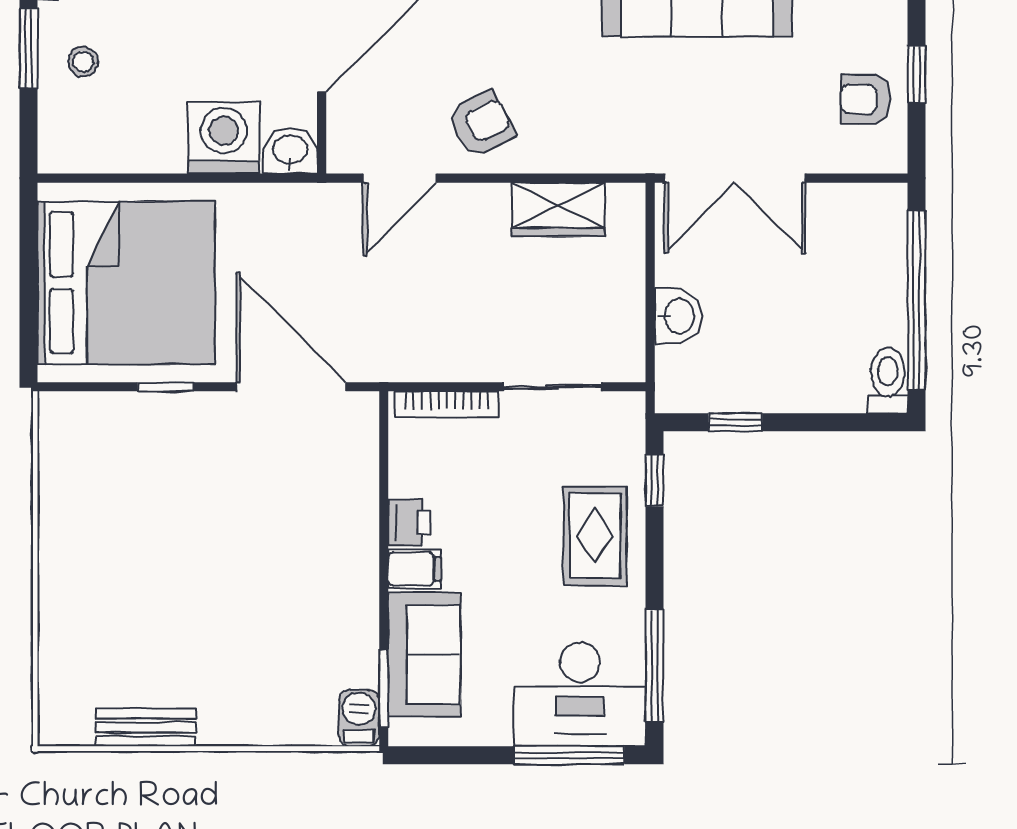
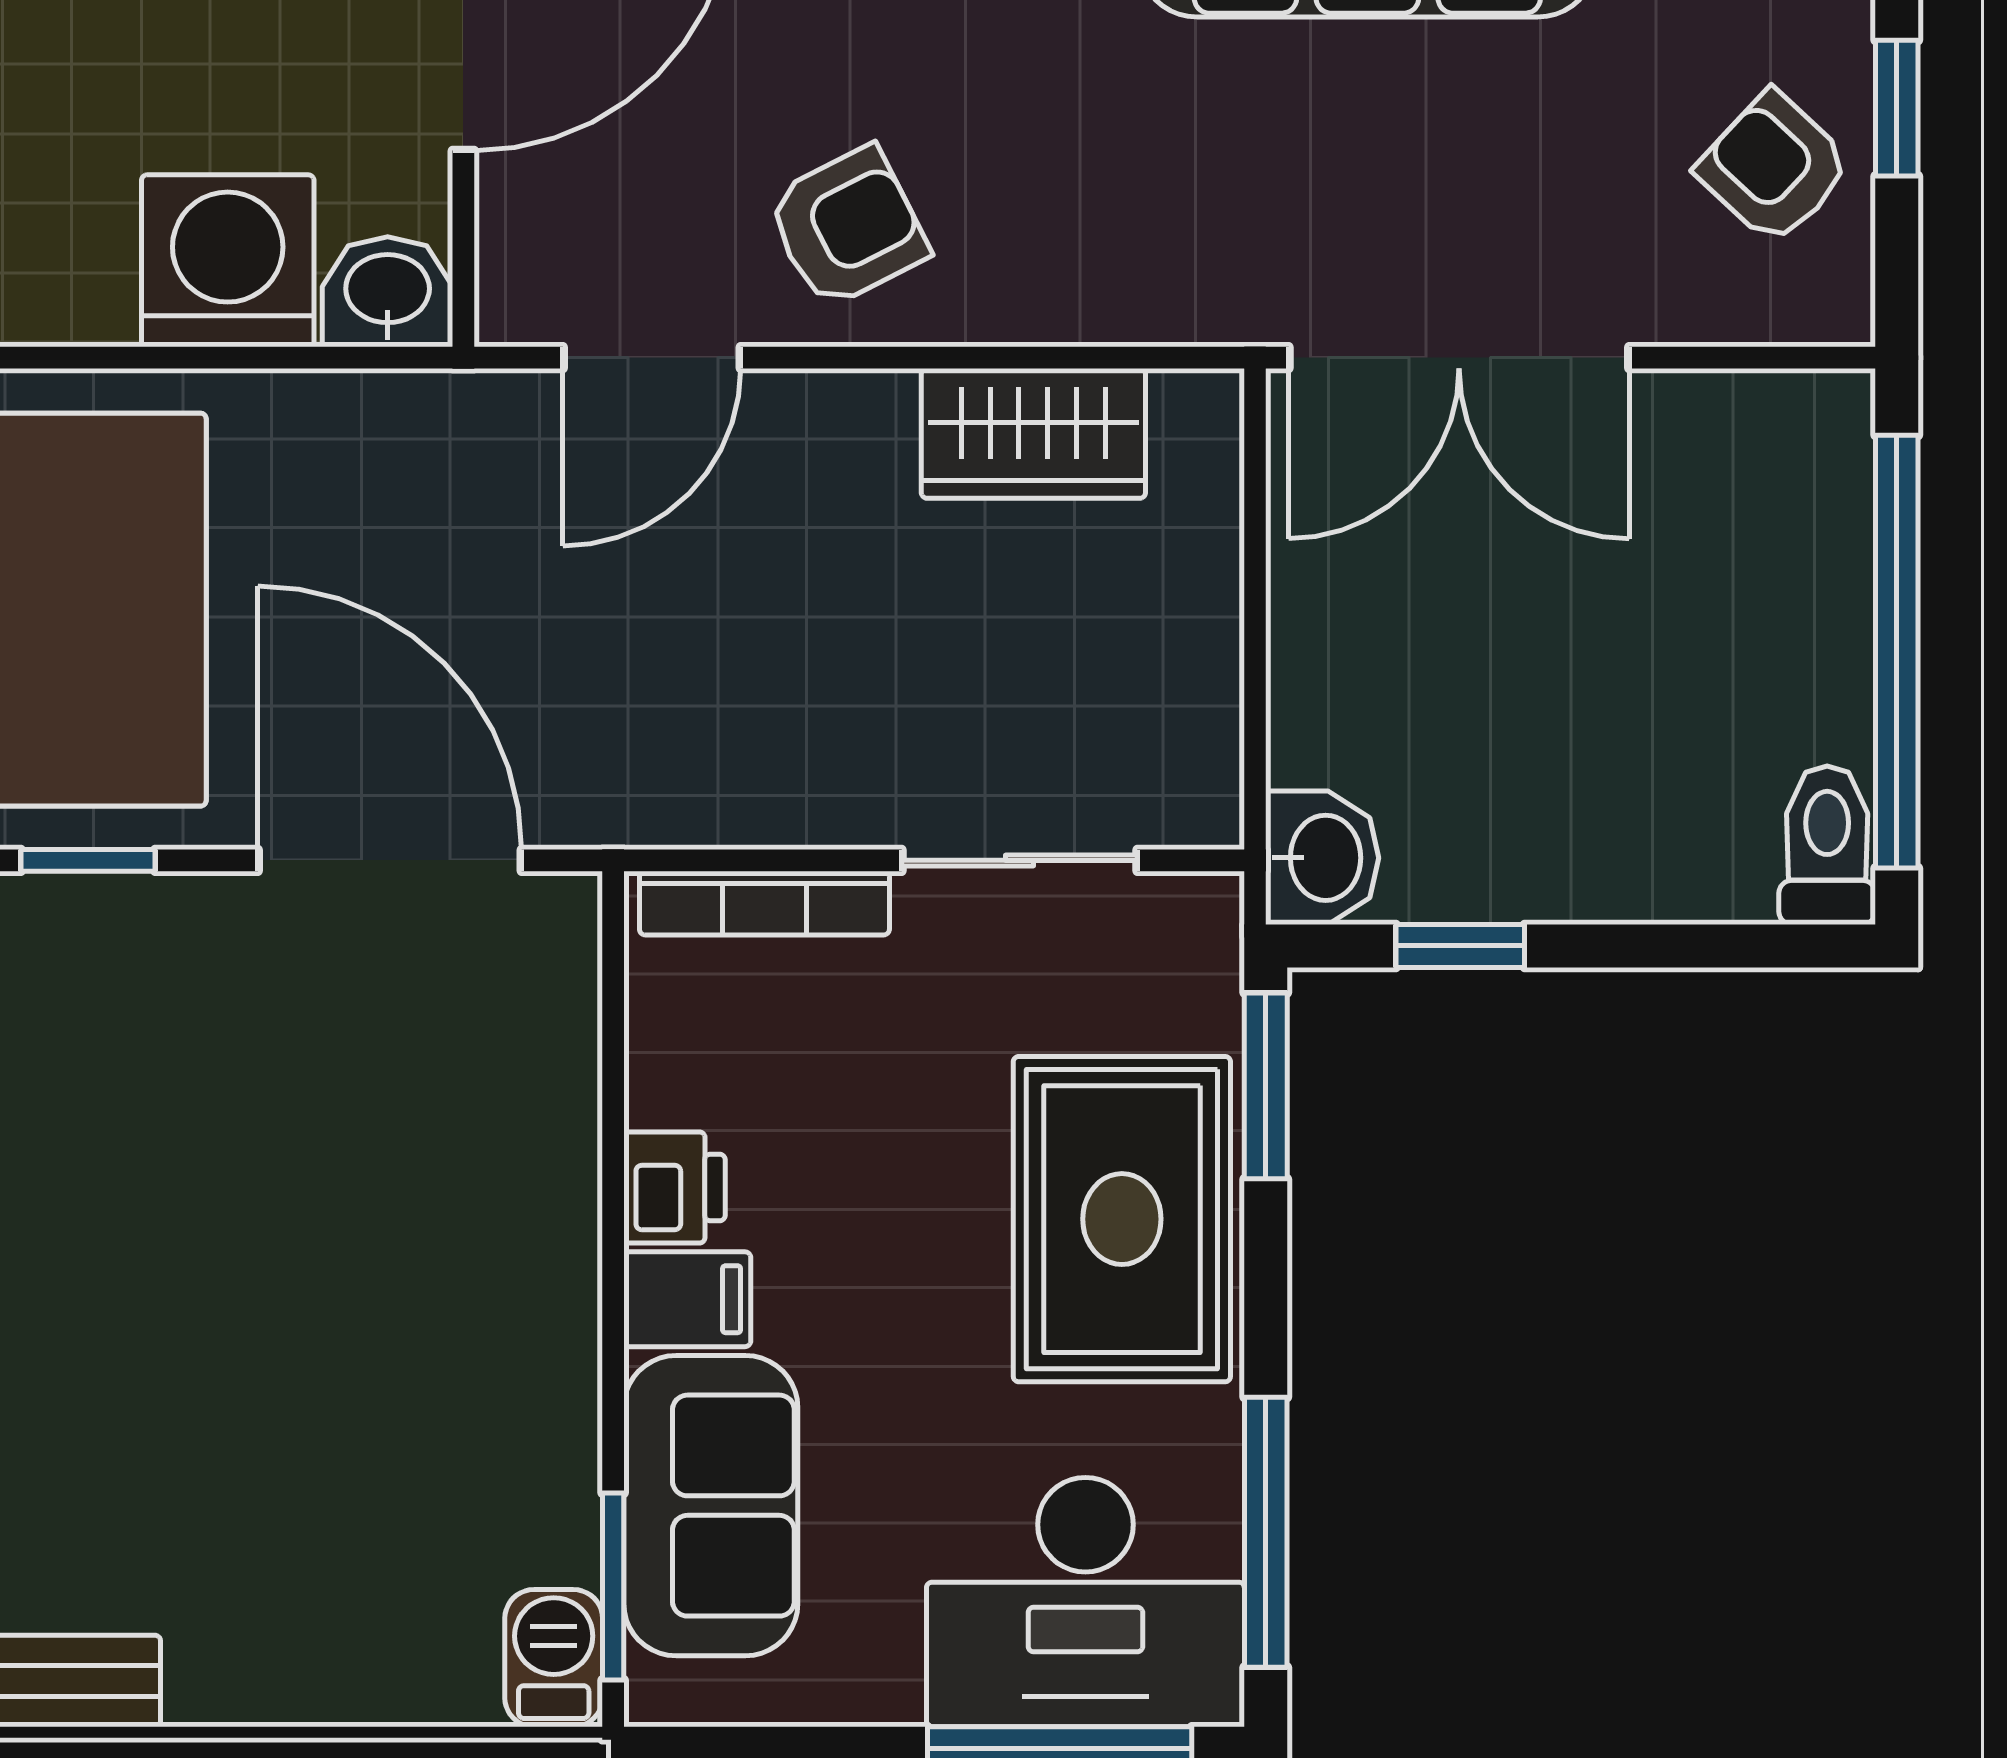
armchair: (866, 99) -> (1774, 168), turned 43
washbasin: (678, 316) -> (1322, 858), moved
window: (655, 480) -> (1266, 1086), width x1.50
rug: (595, 536) -> (1122, 1219), width x1.36, depth x1.43

